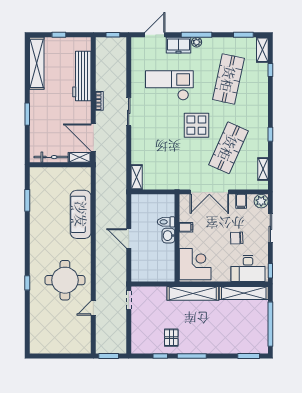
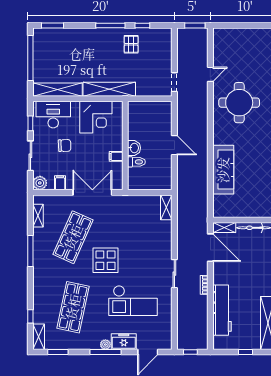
window: (270, 134) -> (30, 251), width x2.17
corner desk: (195, 264) -> (96, 117), moved, turned -90
window: (270, 271) -> (30, 123), moved

